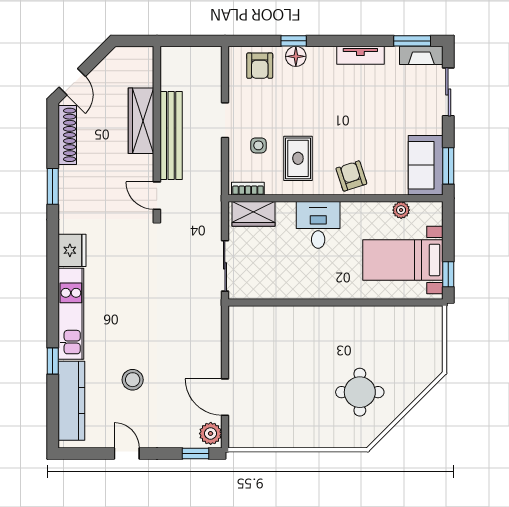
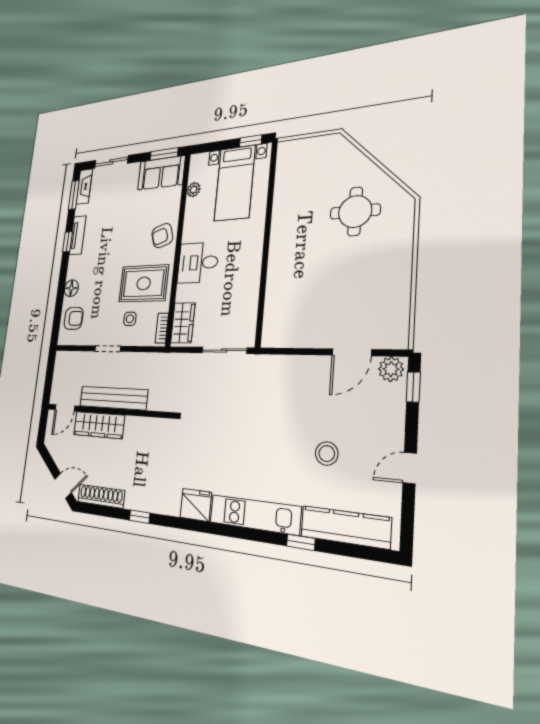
window: (294, 41) -> (67, 242), moved
rug: (298, 158) -> (144, 283), width x1.36, depth x1.43
window: (53, 186) -> (140, 517), width x0.67
door: (157, 196) -> (65, 408), moved

